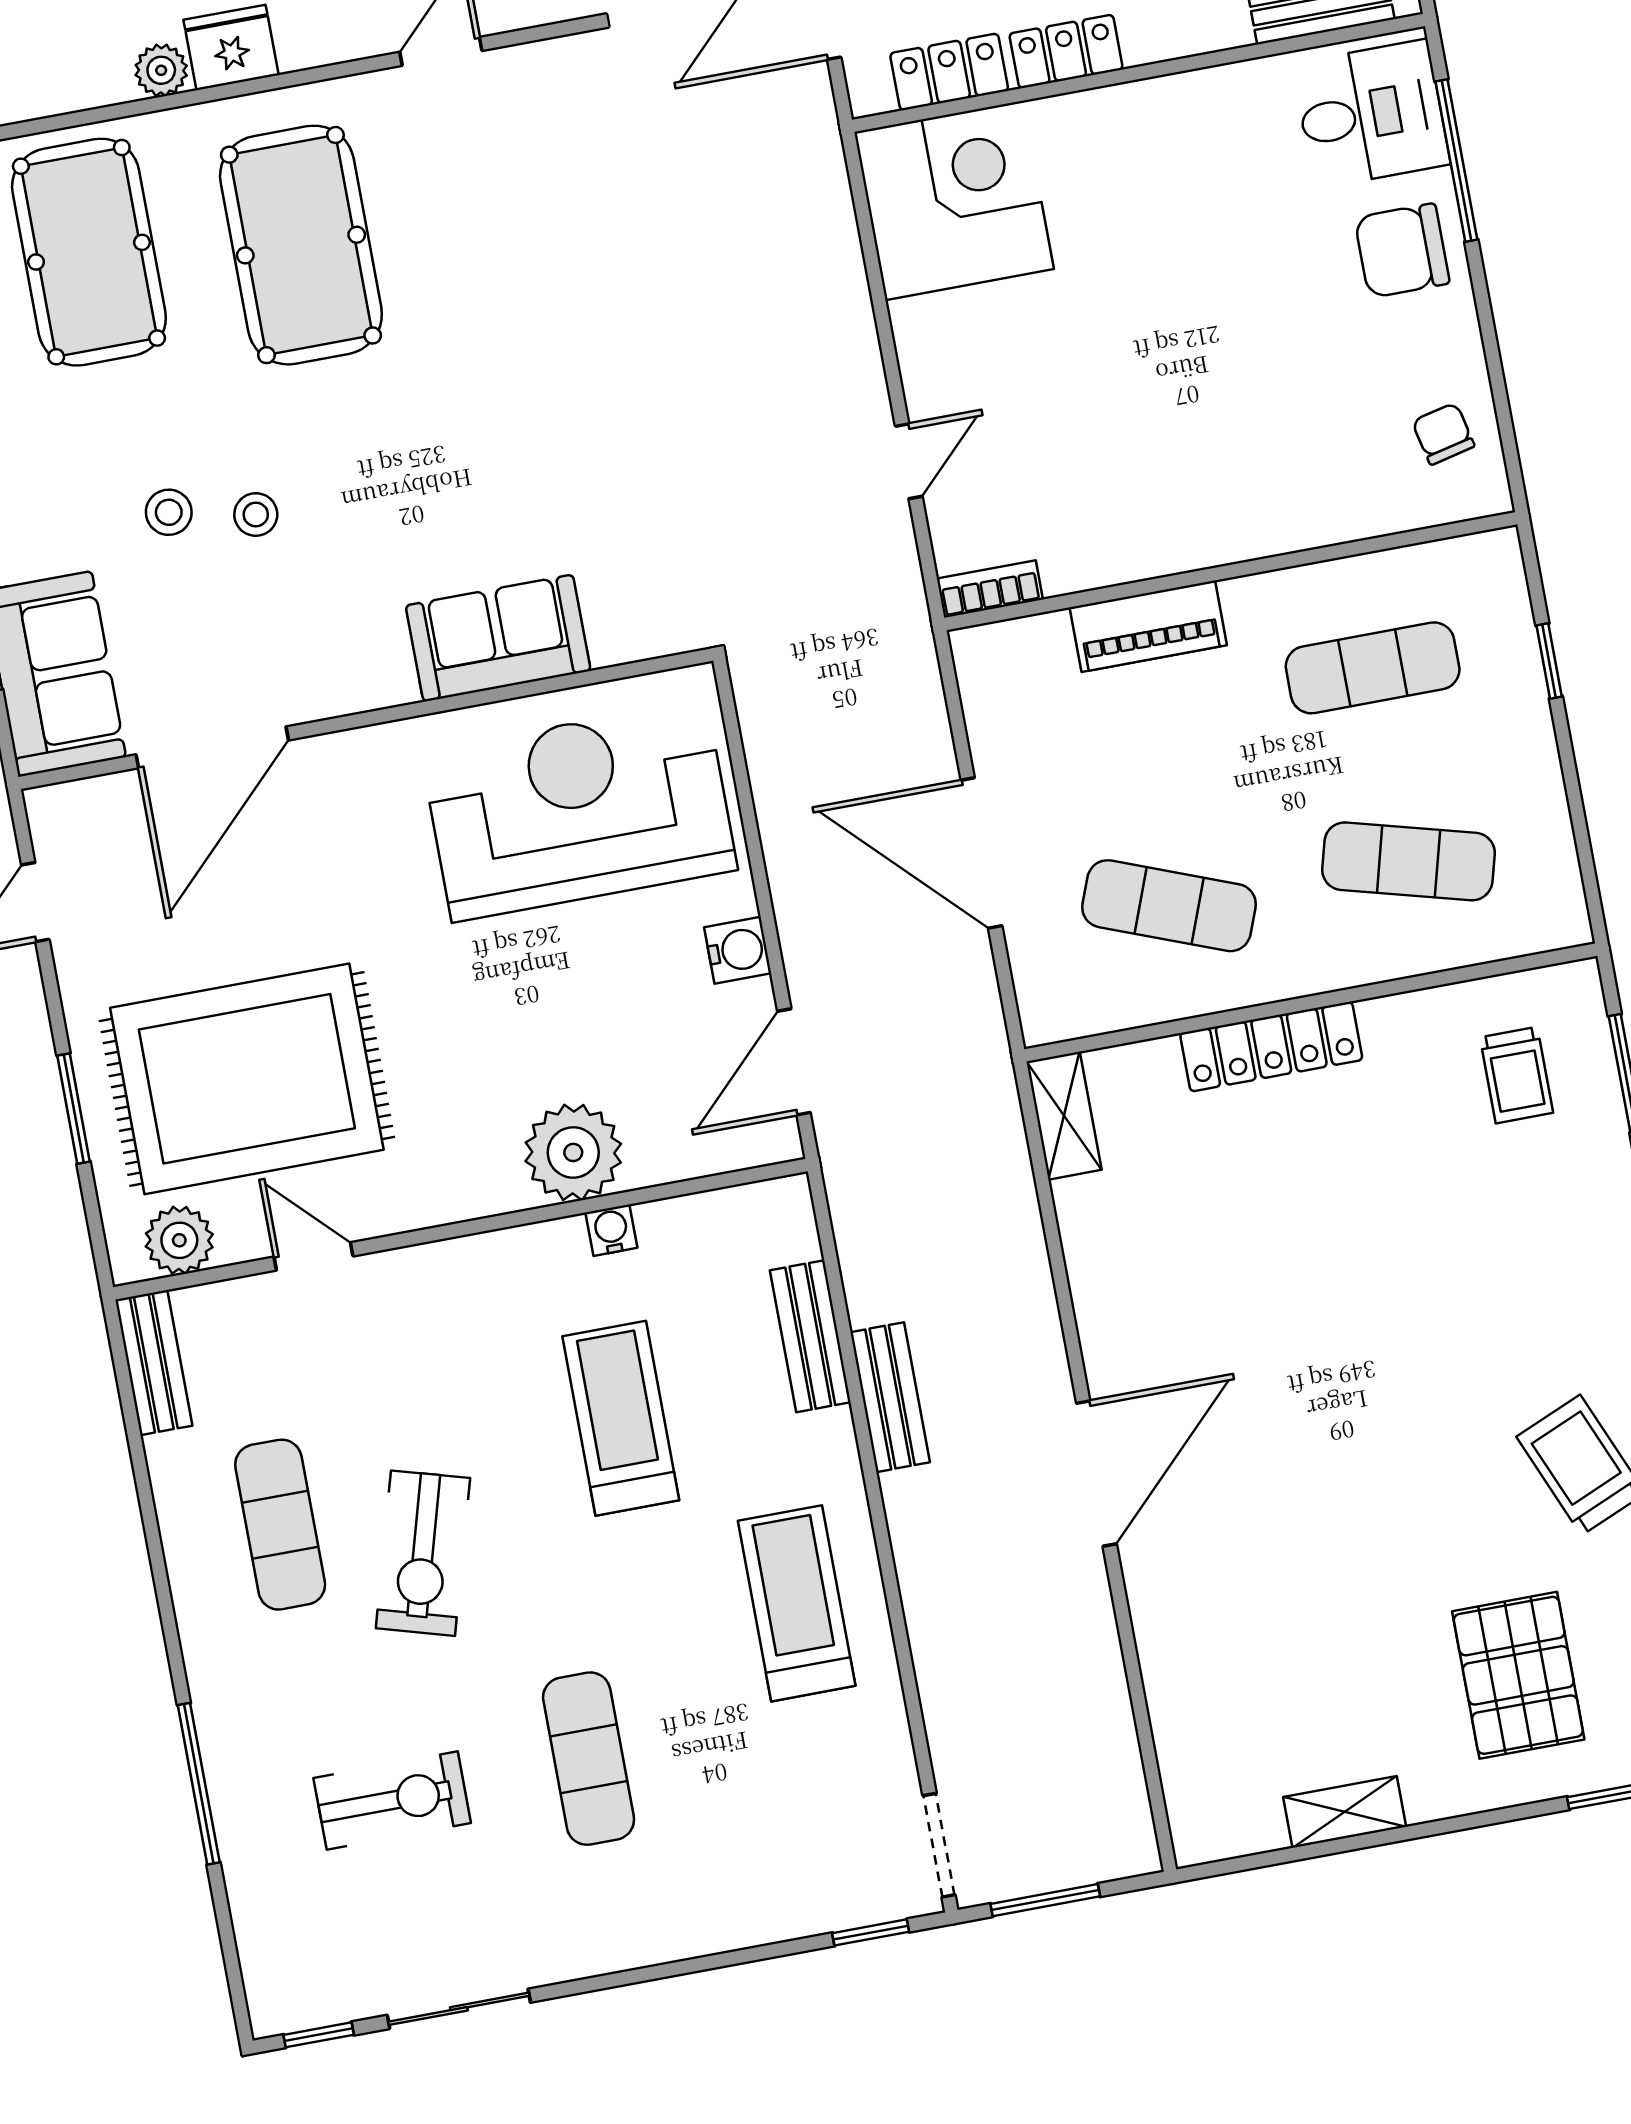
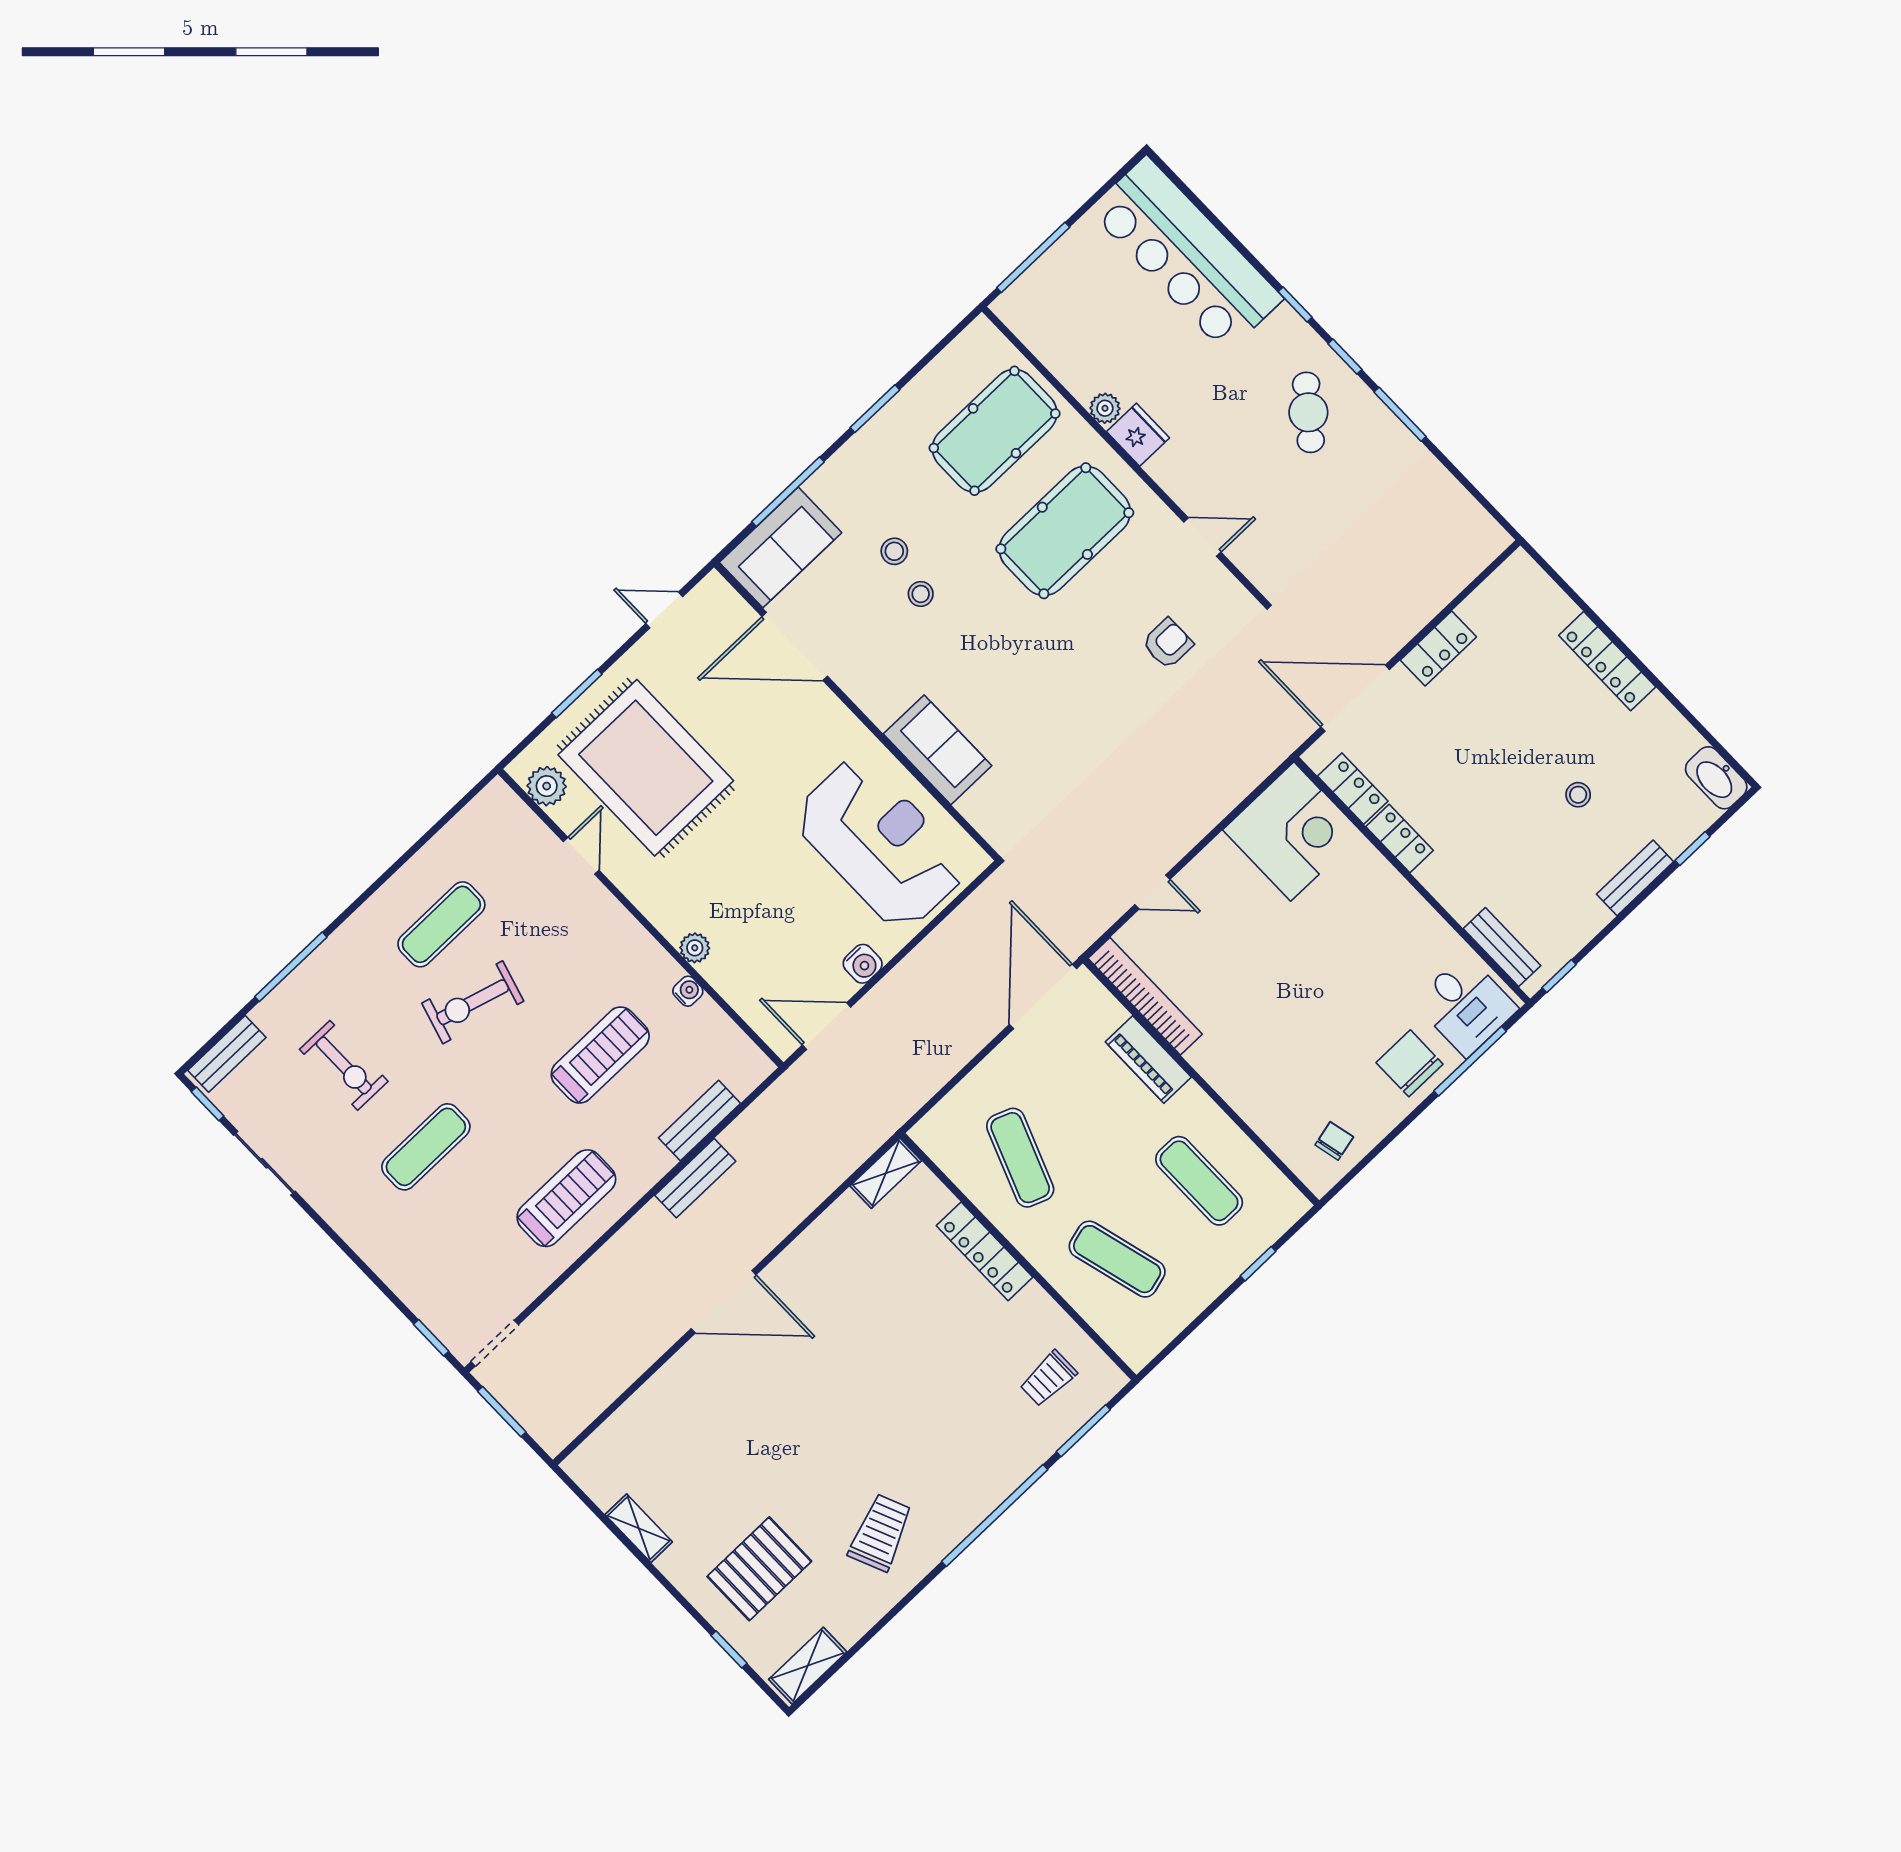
armchair: (562, 203) -> (1168, 643), added
bookcase: (990, 589) -> (1145, 996), width x2.31, depth x1.31
door: (981, 853) -> (1043, 997), moved
exercise mat: (1408, 861) -> (1117, 1259), turned -30
plant: (573, 1152) -> (695, 948), width x0.53, depth x0.53
bench: (154, 1363) -> (227, 1054), moved

